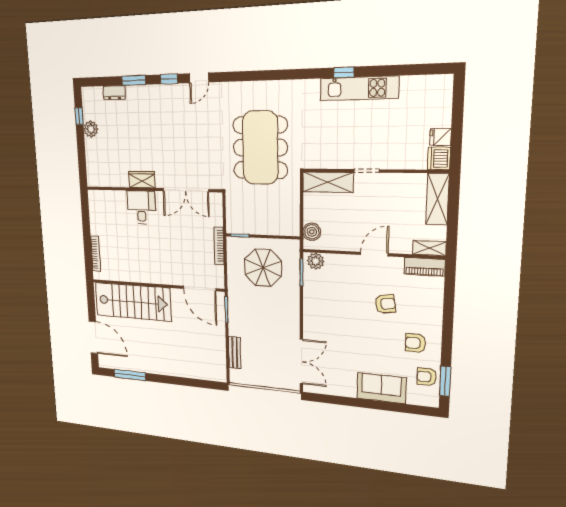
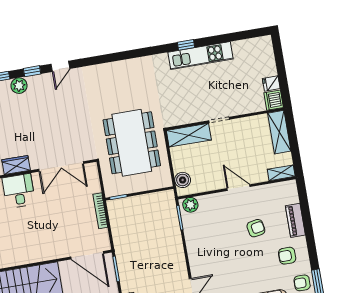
plant: (154, 93) -> (19, 86), added
dining table: (260, 148) -> (132, 143), moved
door: (374, 254) -> (239, 188), hinge flipped
piano: (425, 267) -> (295, 220), moved, turned 90
parasol: (263, 268) -> (144, 221), removed

